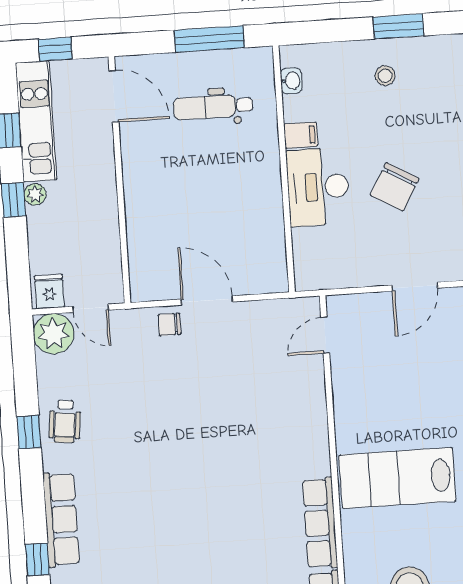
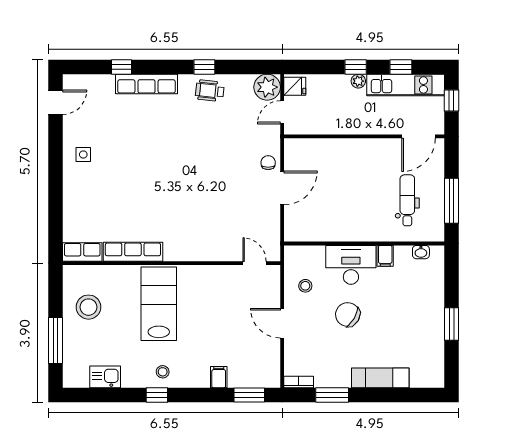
stool: (385, 76) -> (305, 286), moved

